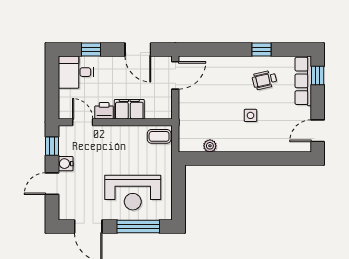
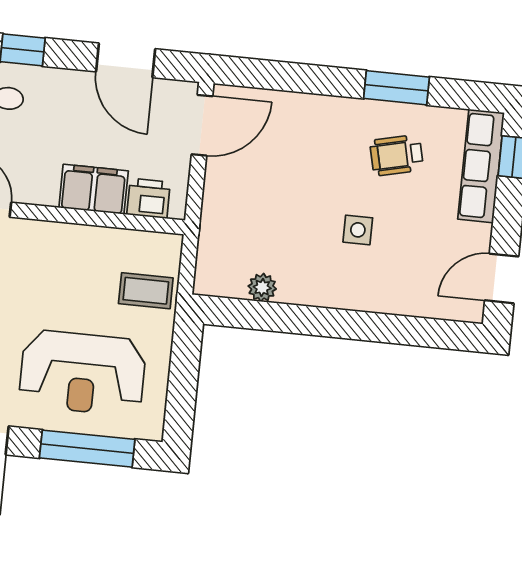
window: (261, 49) -> (397, 88), width x1.50
printer: (104, 111) -> (149, 198), moved
coffee table: (159, 136) -> (146, 291), moved

